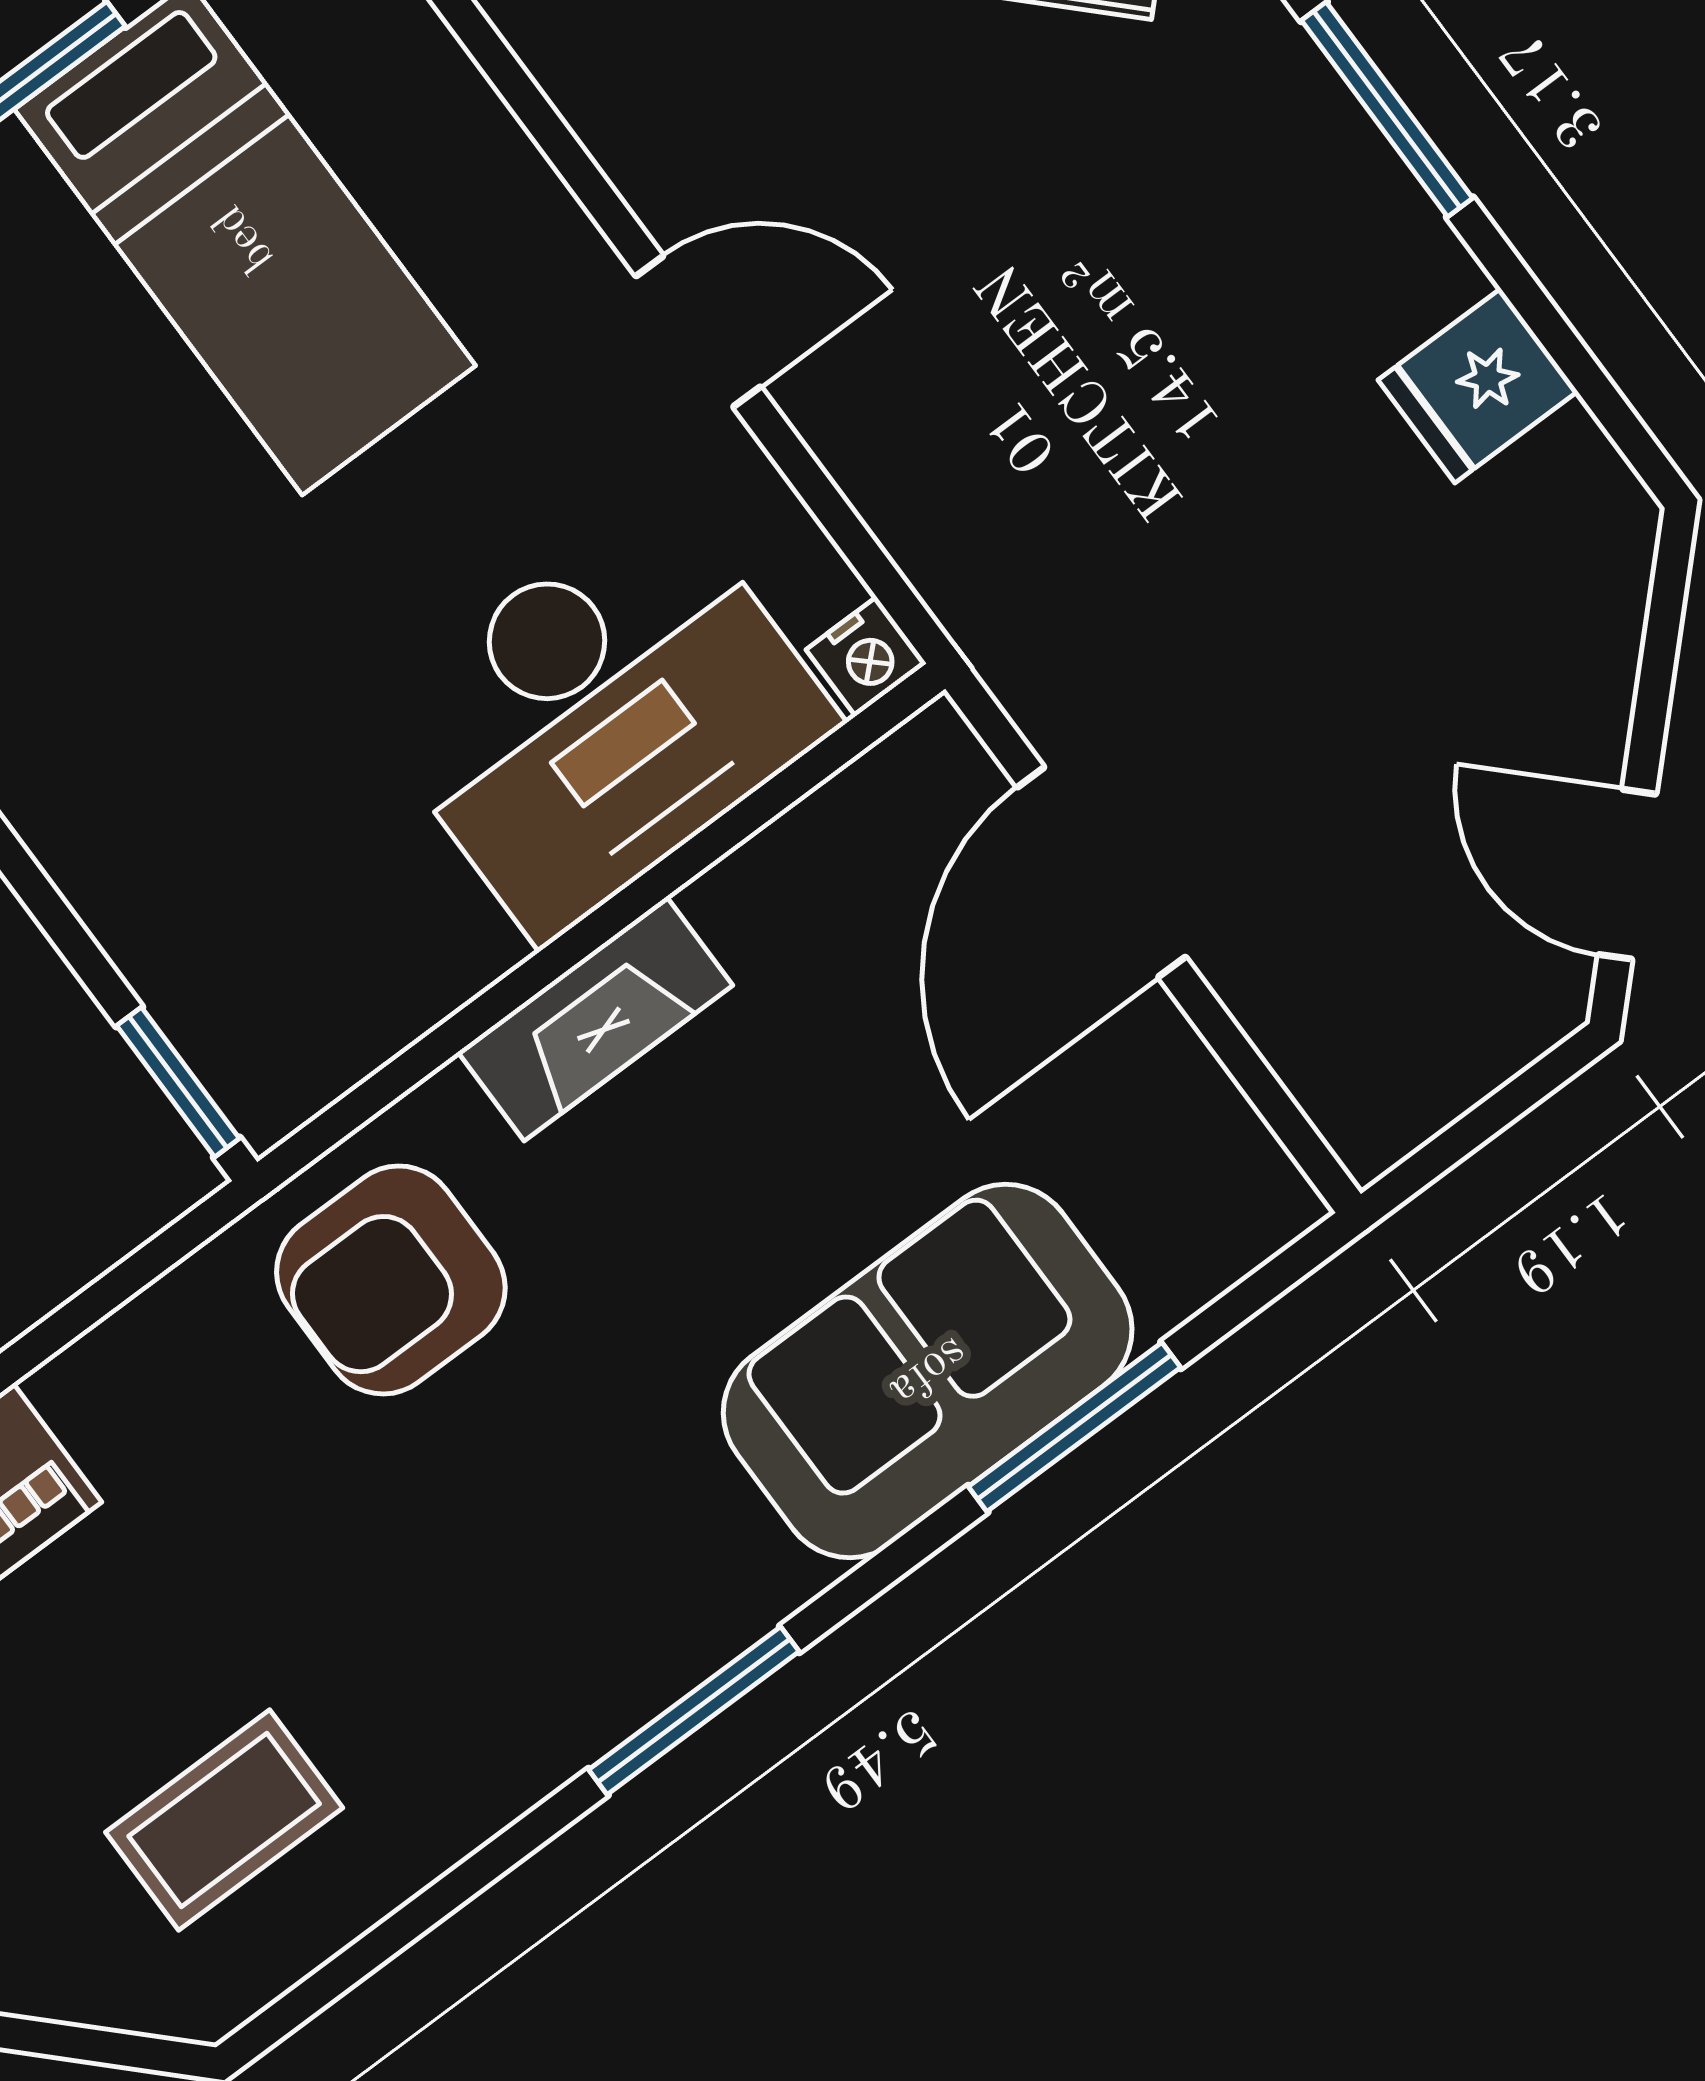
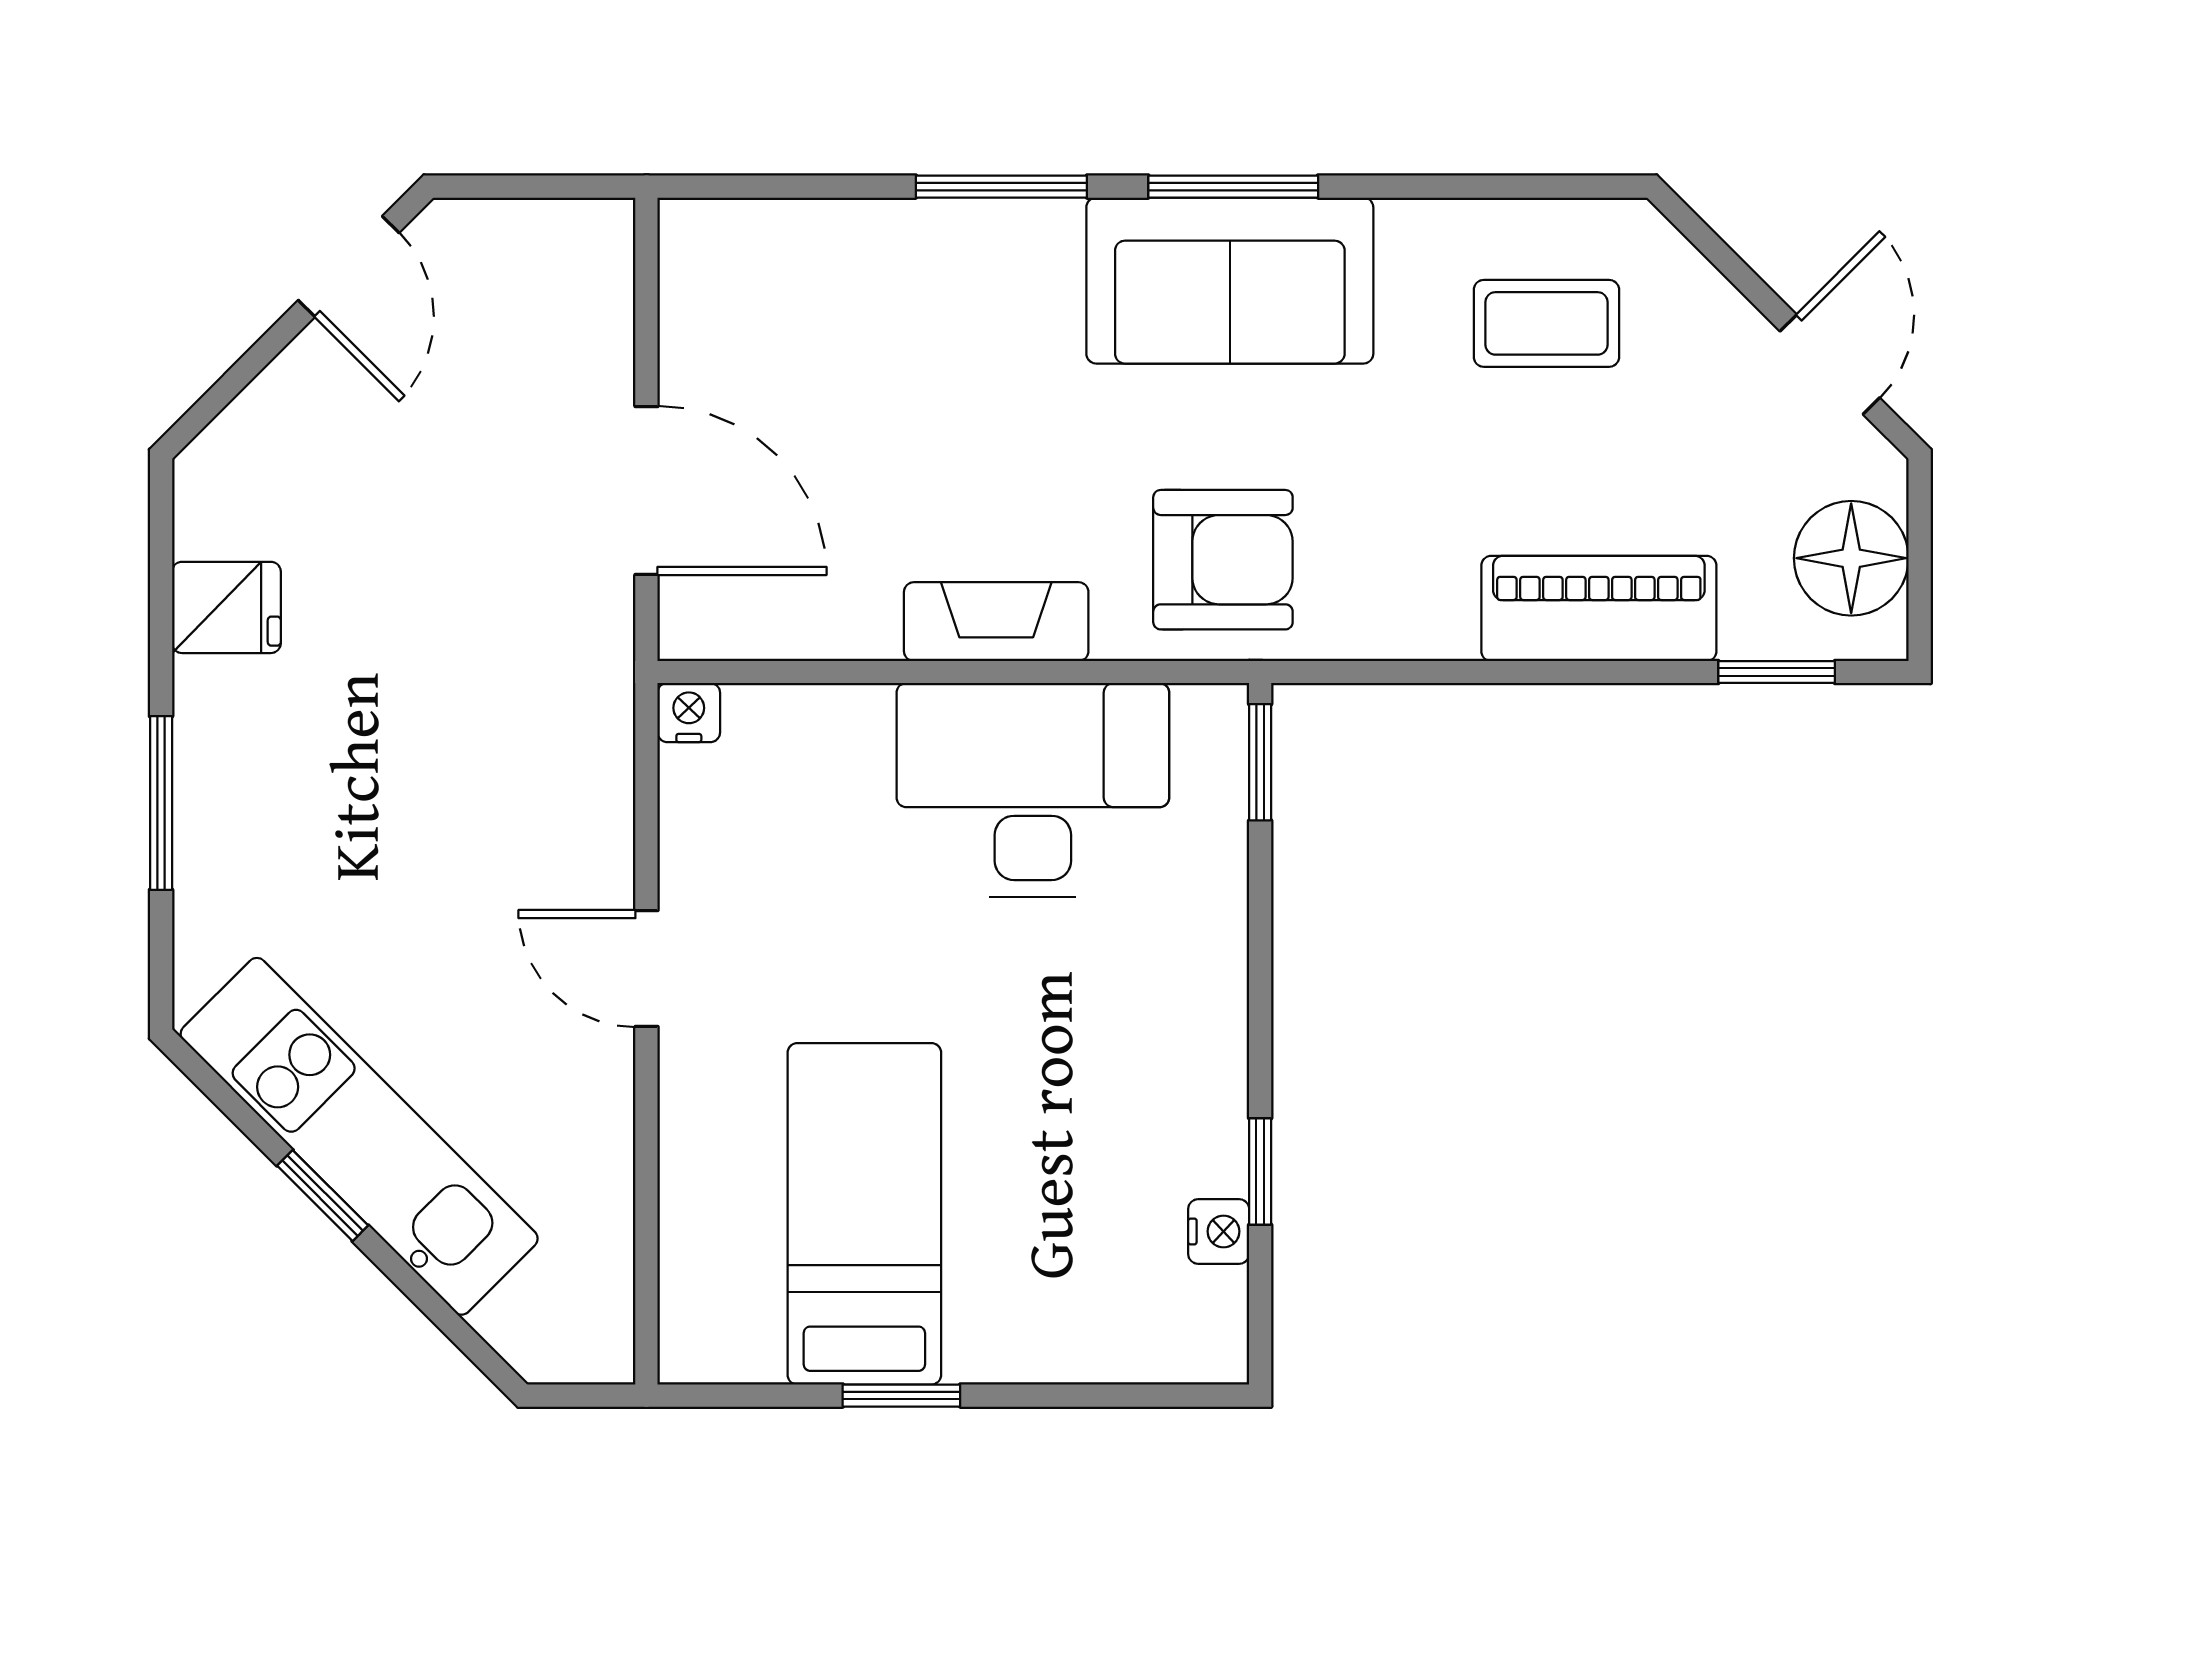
desk: (603, 716) -> (1033, 790), moved
door: (1101, 872) -> (646, 490), hinge flipped
sofa: (928, 1371) -> (1230, 281), moved
window: (1074, 1427) -> (1001, 187), moved

